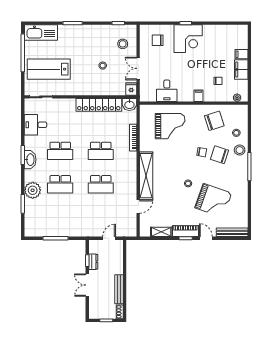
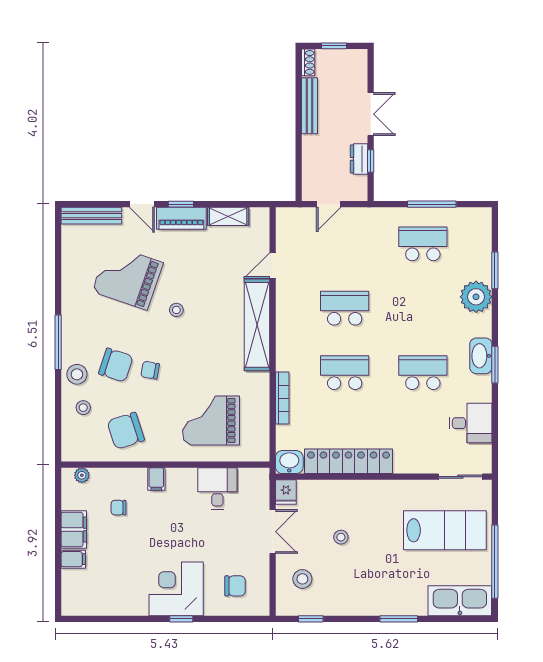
school desk: (60, 184) -> (423, 244), moved

